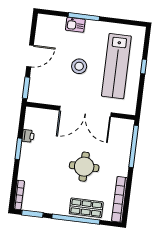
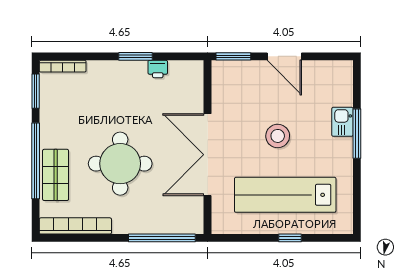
round table: (84, 167) -> (120, 164), width x1.36, depth x1.36

